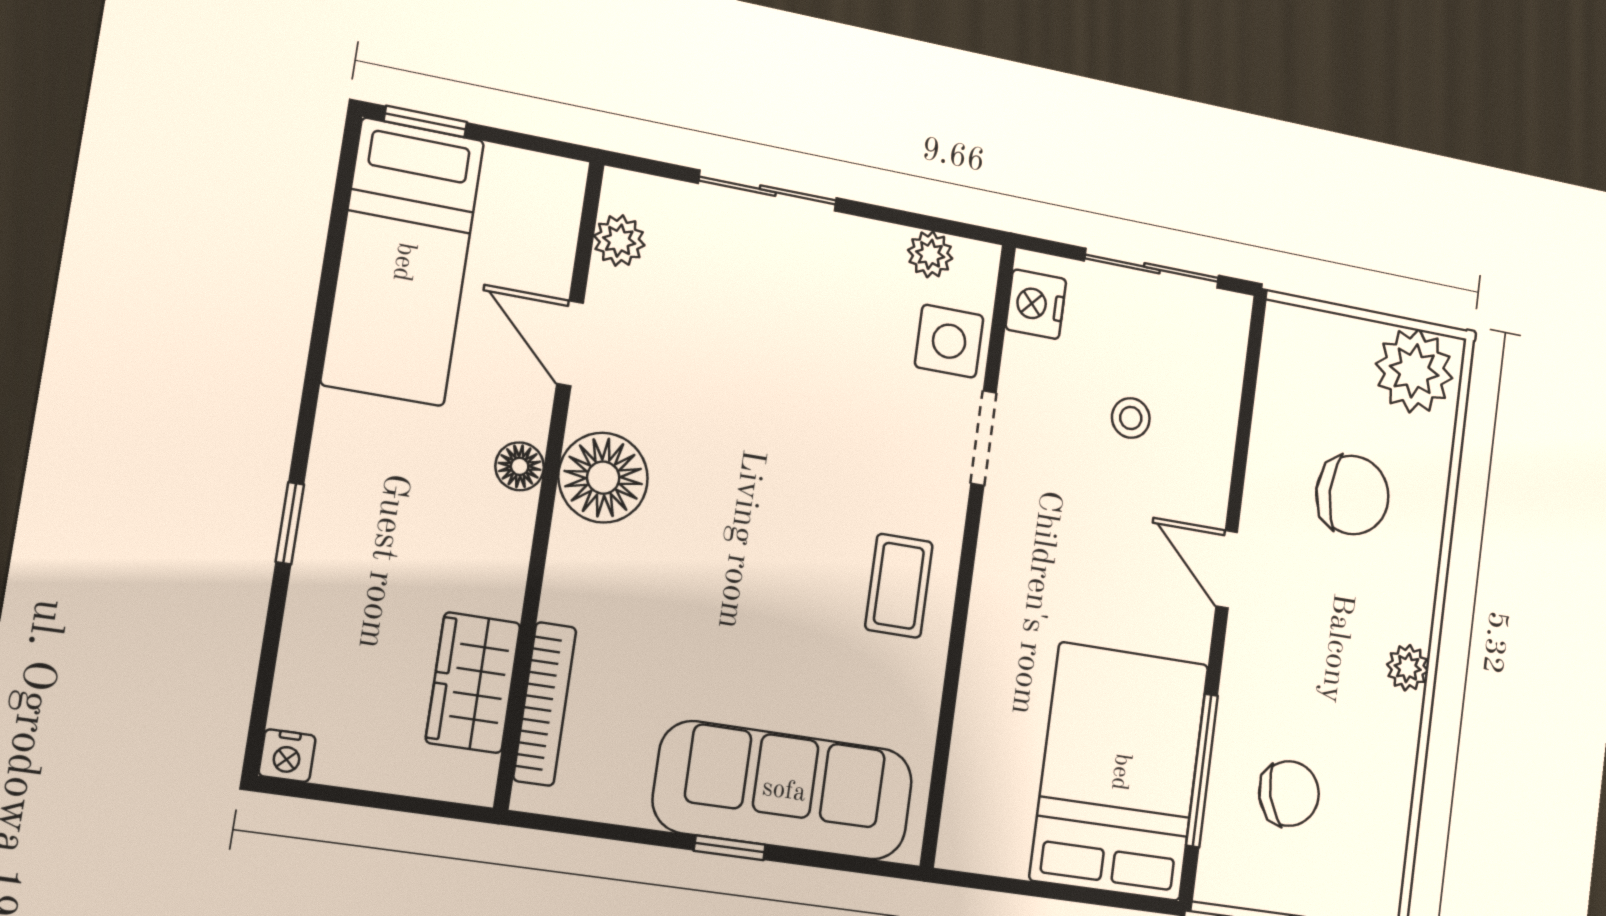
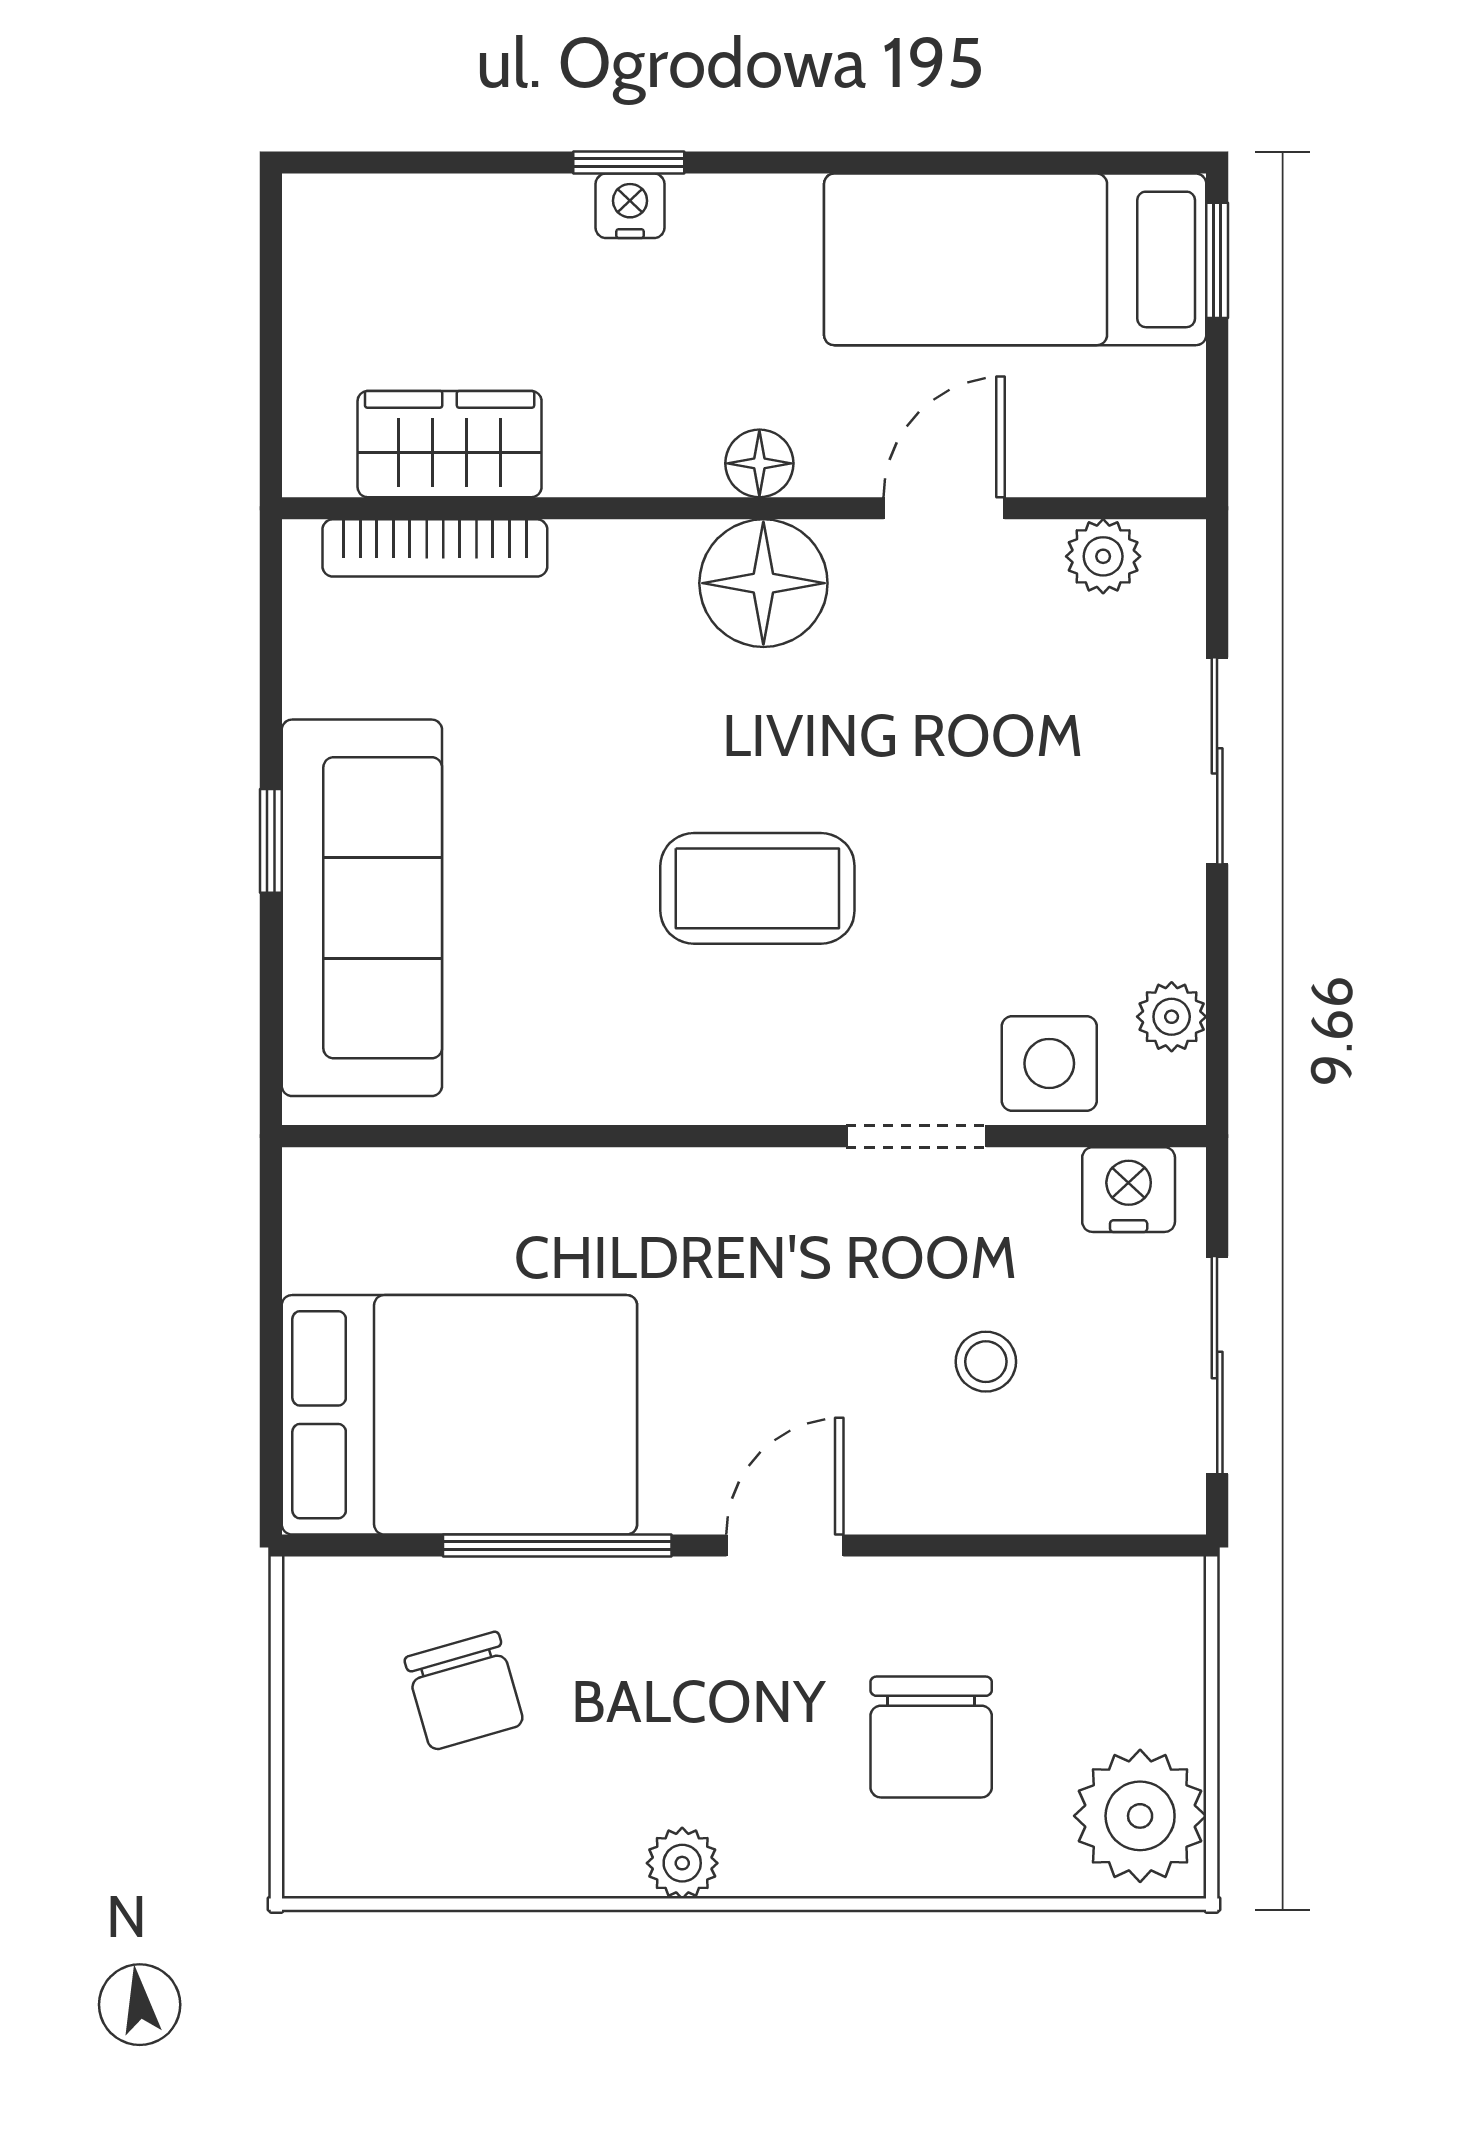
coffee table: (899, 586) -> (757, 888), moved, width x1.36, depth x1.30
nightstand: (287, 756) -> (630, 206), moved, turned 90
window: (1202, 770) -> (557, 1546), moved

